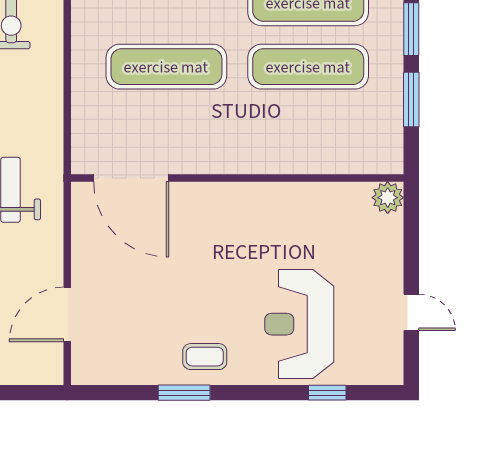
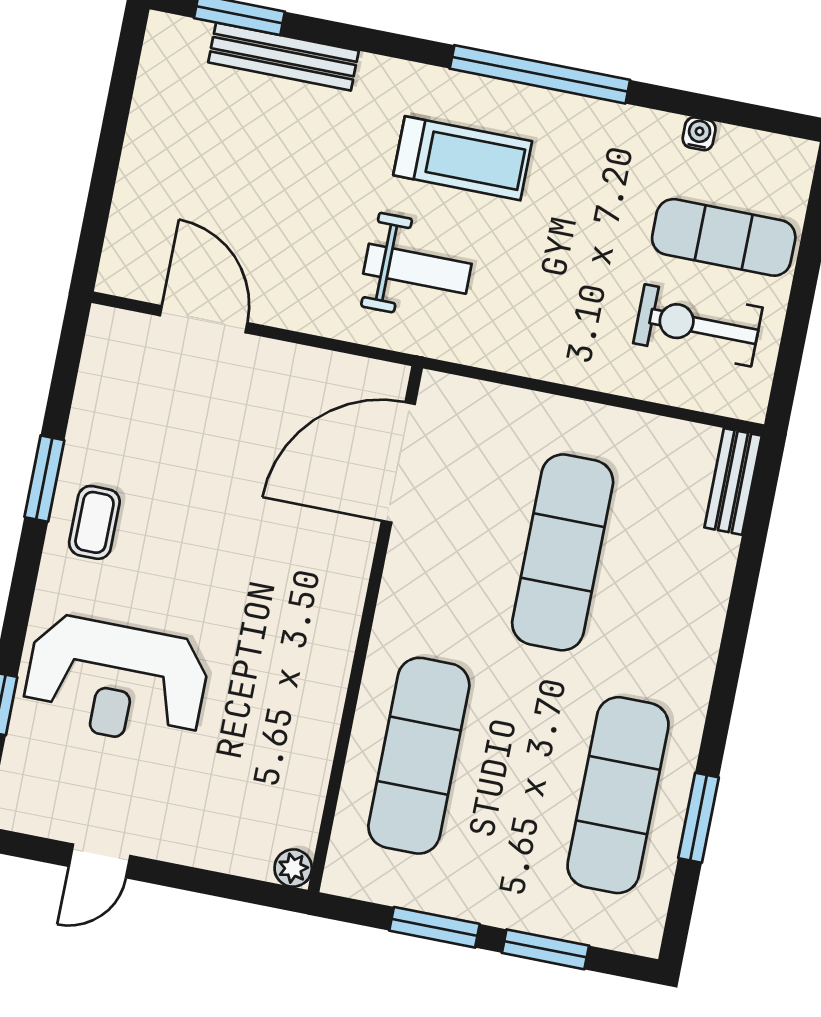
exercise mat: (308, 67) -> (419, 756), moved
plant: (388, 198) -> (293, 868), width x0.73, depth x0.73
reception desk: (299, 324) -> (116, 681), turned 180

